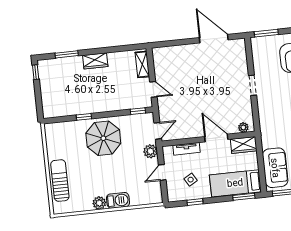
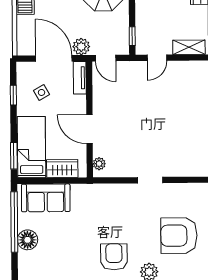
door: (216, 138) -> (89, 129), swing flipped
wardrobe: (244, 145) -> (62, 169), moved, turned 90
tv unit: (186, 149) -> (80, 78), moved
door: (162, 172) -> (54, 58), width x1.87

